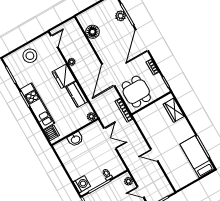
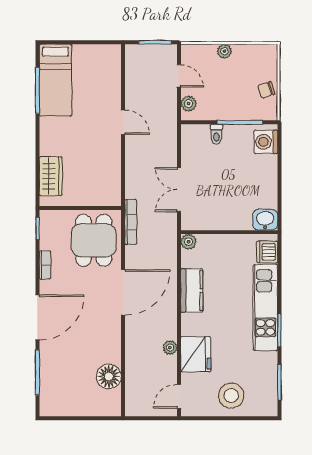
plant: (121, 16) -> (49, 376), removed
fridge: (64, 76) -> (196, 354), moved
washbasin: (75, 139) -> (265, 220), moved

